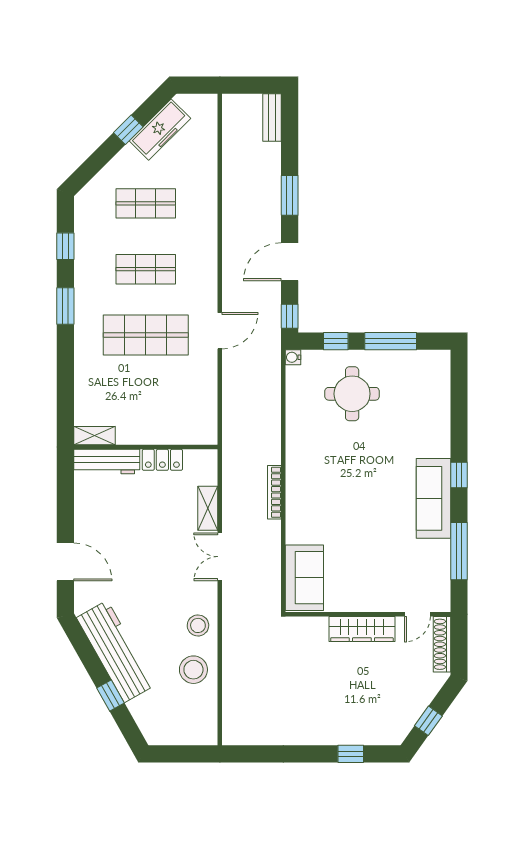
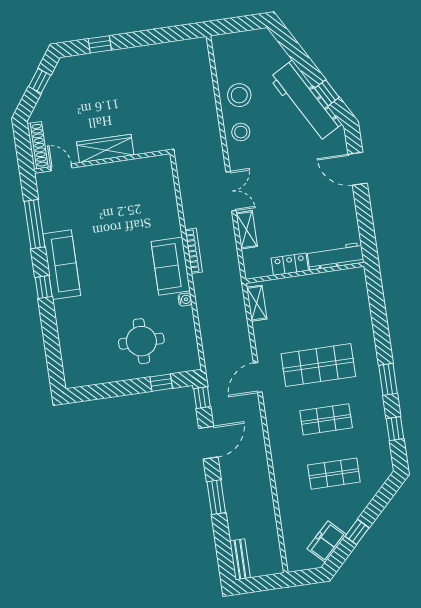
freezer: (160, 130) -> (327, 542), width x0.71
window: (391, 341) -> (116, 389), removed
water cooler: (293, 357) -> (185, 299), moved
shelving: (94, 436) -> (257, 303), moved, turned 90
sofa: (304, 578) -> (171, 266), moved
door: (417, 614) -> (61, 167), hinge flipped
window: (110, 695) -> (327, 93), moved

